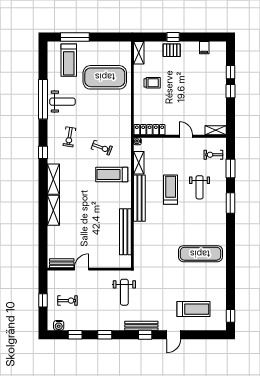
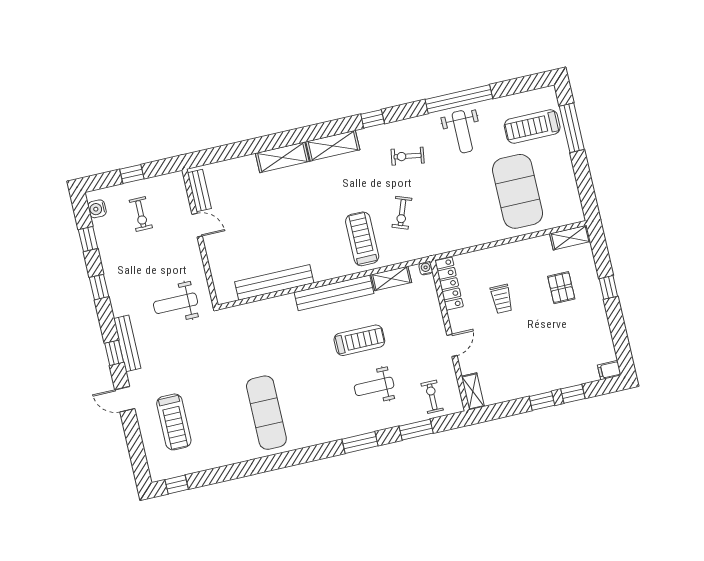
filing cabinet: (204, 48) -> (609, 370), moved
pallet: (172, 50) -> (561, 288), moved
trolley: (152, 83) -> (502, 299), moved

